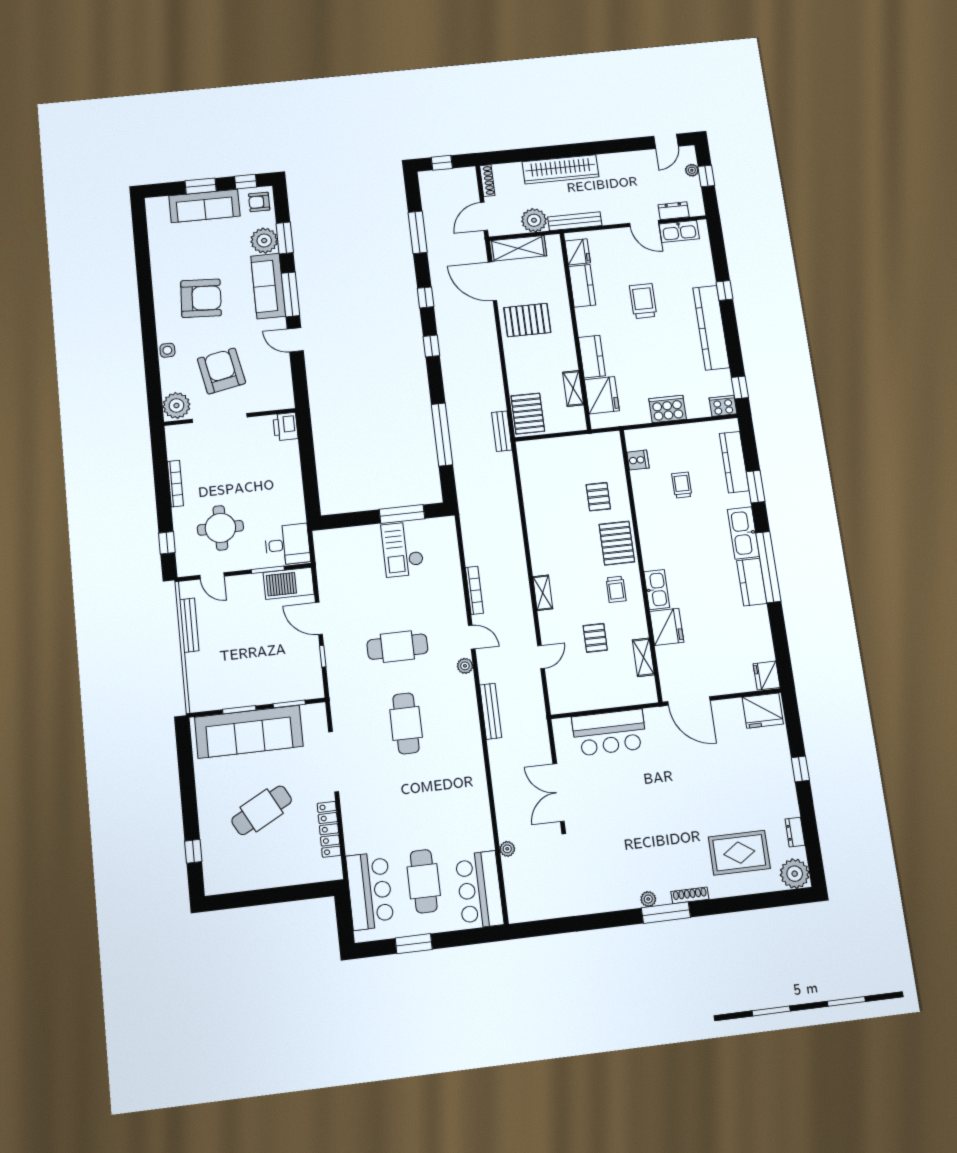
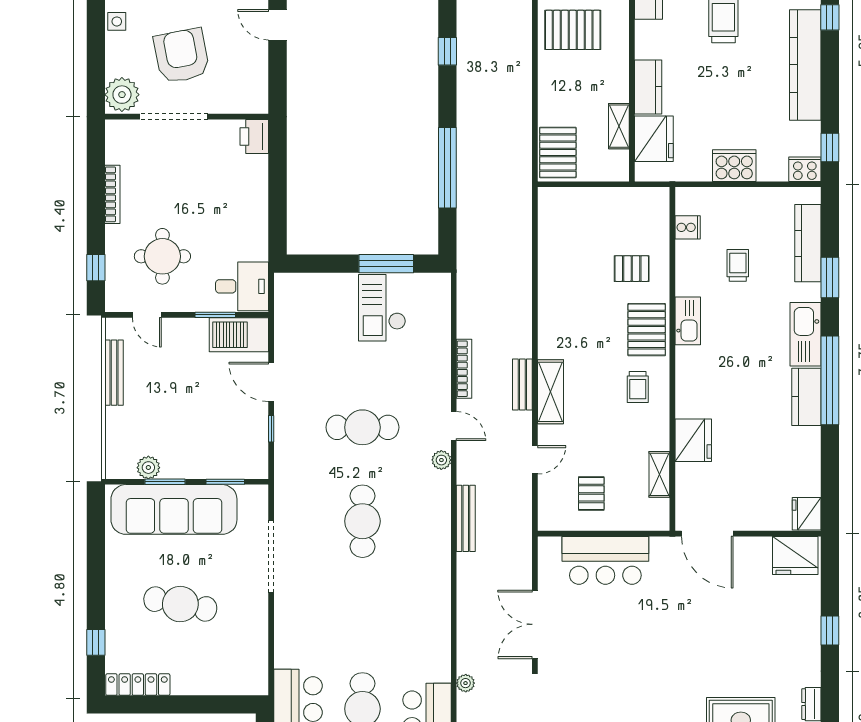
bench: (502, 431) -> (522, 384), moved
pallet: (598, 497) -> (632, 269), turned 90
kitchen sink: (657, 590) -> (688, 321), moved
shelving: (543, 593) -> (550, 392), width x1.50, depth x1.33
pallet: (595, 638) -> (591, 493), moved
plant: (224, 699) -> (148, 468), added
cafe table: (262, 810) -> (180, 604), turned 39
locker: (329, 829) -> (138, 685), moved, turned 90

